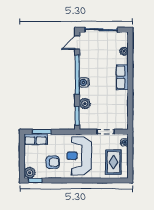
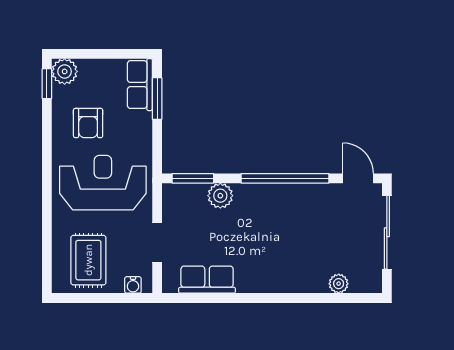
row of seats: (122, 77) -> (207, 280), moved
water cooler: (84, 82) -> (268, 194), removed
rug: (113, 162) -> (88, 260), turned 90

